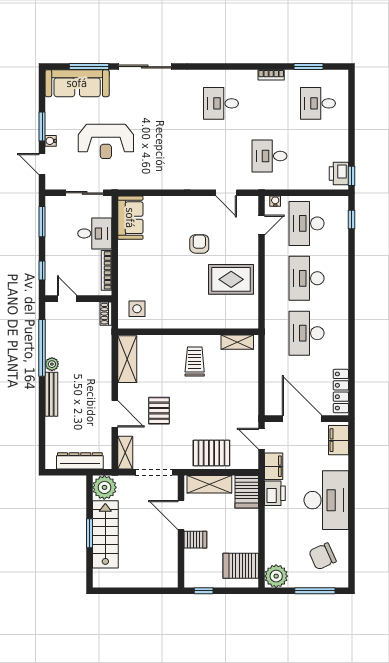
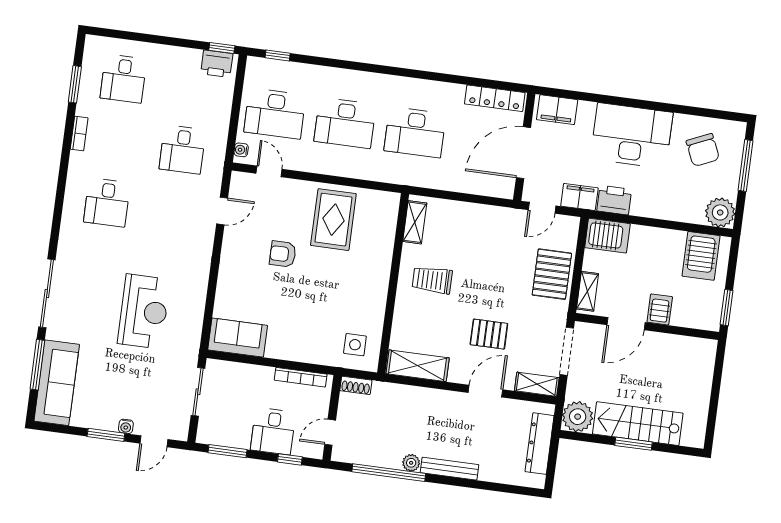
reception desk: (106, 141) -> (144, 311), moved
desk: (95, 233) -> (273, 431), moved, turned 180
shelving: (209, 484) -> (587, 291), width x0.67, depth x0.75
window: (204, 591) -> (727, 308), width x1.50

